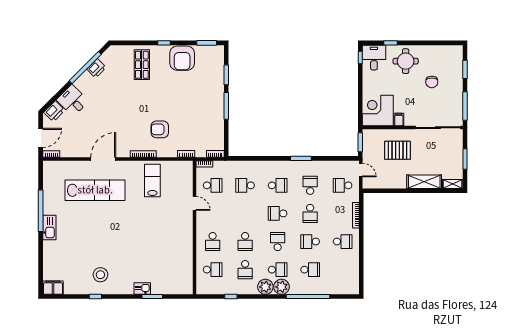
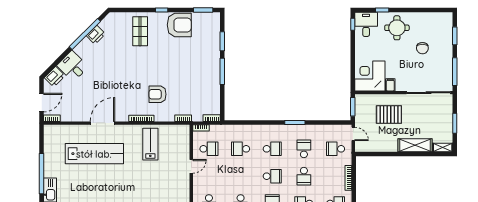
armchair: (182, 58) -> (179, 25), turned -90
door: (194, 203) -> (191, 166), hinge flipped
school desk: (278, 213) -> (272, 176), turned 180

